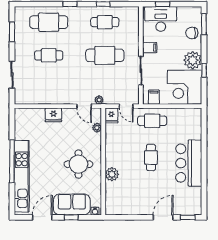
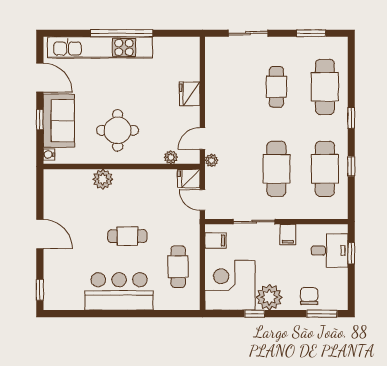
desk: (161, 19) -> (330, 251), width x0.73
cafe table: (105, 22) -> (325, 169), width x1.37, depth x1.35
door: (126, 106) -> (202, 200), hinge flipped
cafe table: (152, 121) -> (178, 267), moved
door: (163, 217) -> (40, 234), moved

